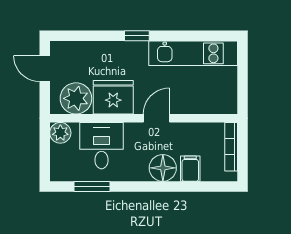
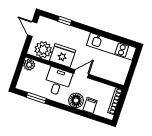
window: (137, 36) -> (65, 21), moved
desk: (102, 146) -> (58, 82), moved

